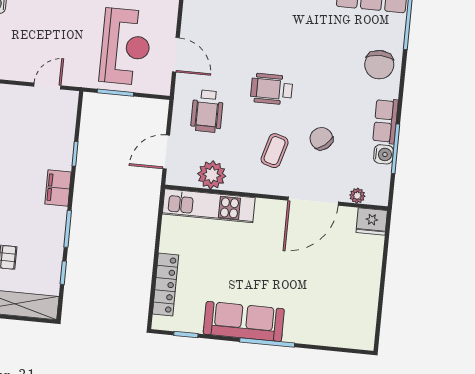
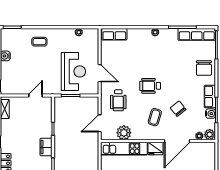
plant: (378, 195) -> (210, 135), added
fridge: (372, 222) -> (155, 148), moved

